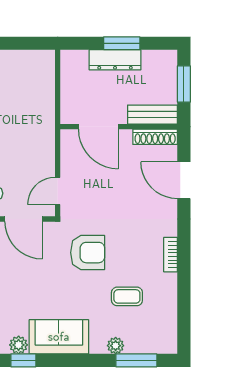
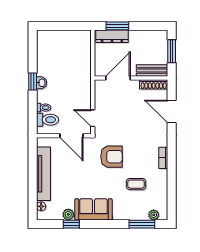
window: (122, 43) -> (117, 26), moved
dresser: (115, 60) -> (112, 36), moved
door: (98, 127) -> (118, 78), swing flipped
door: (58, 191) -> (93, 118), hinge flipped
plant: (116, 346) -> (154, 215), moved

